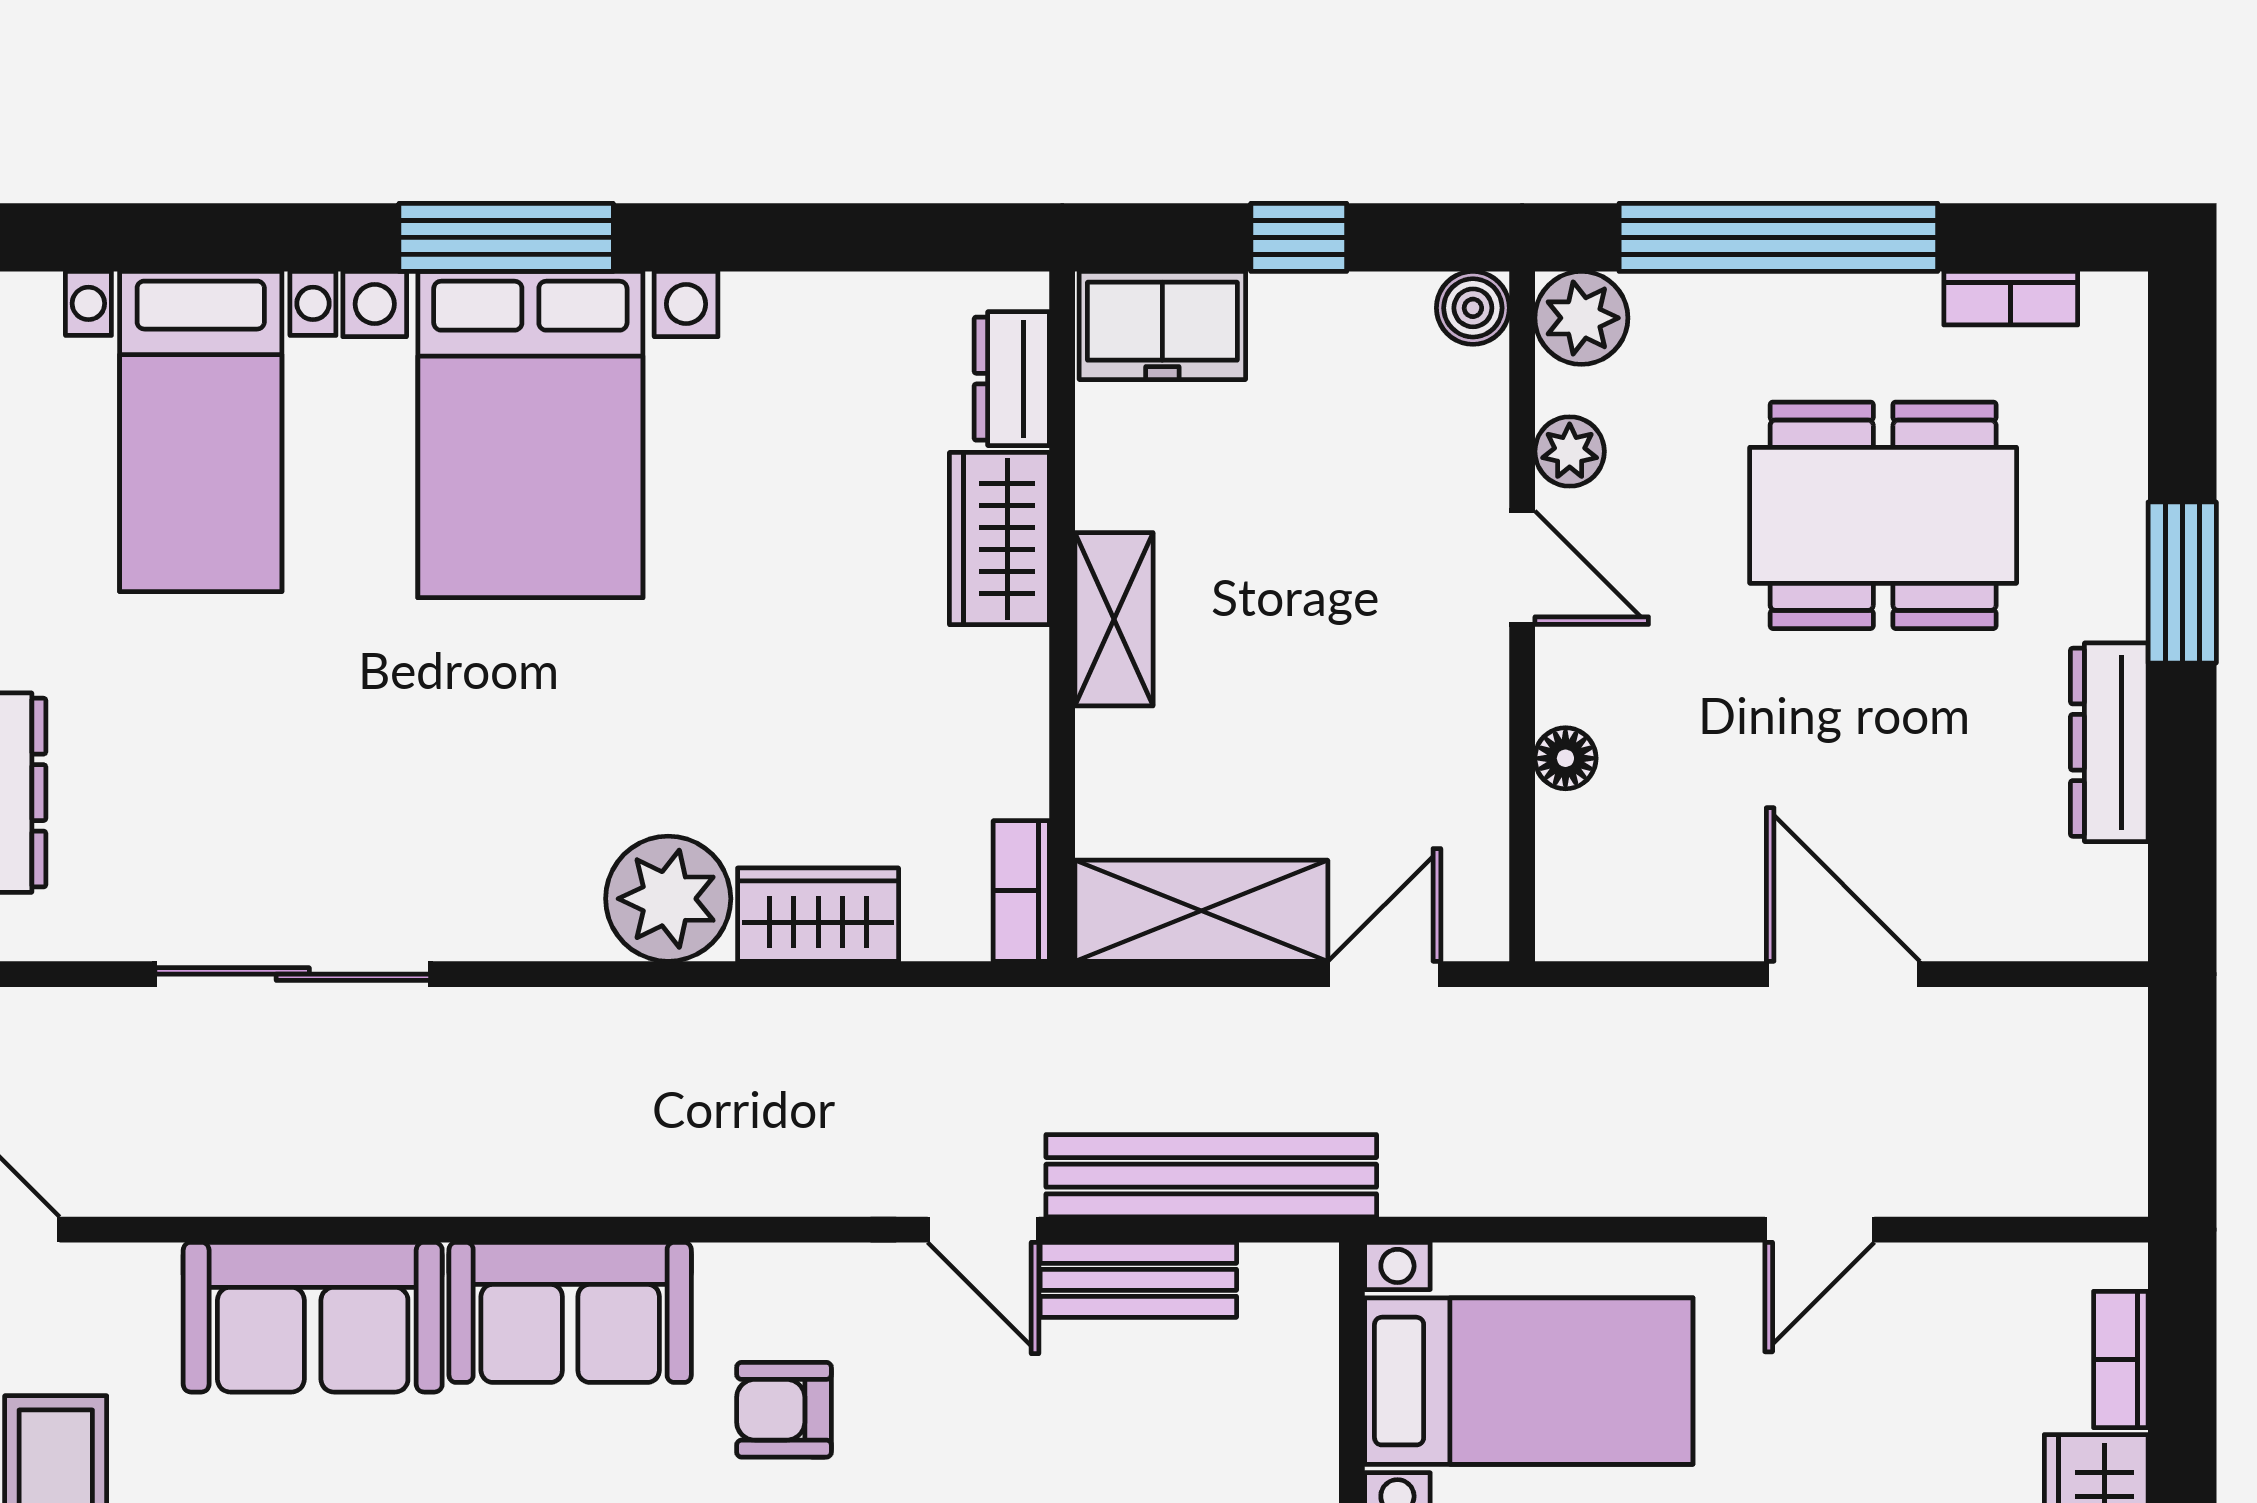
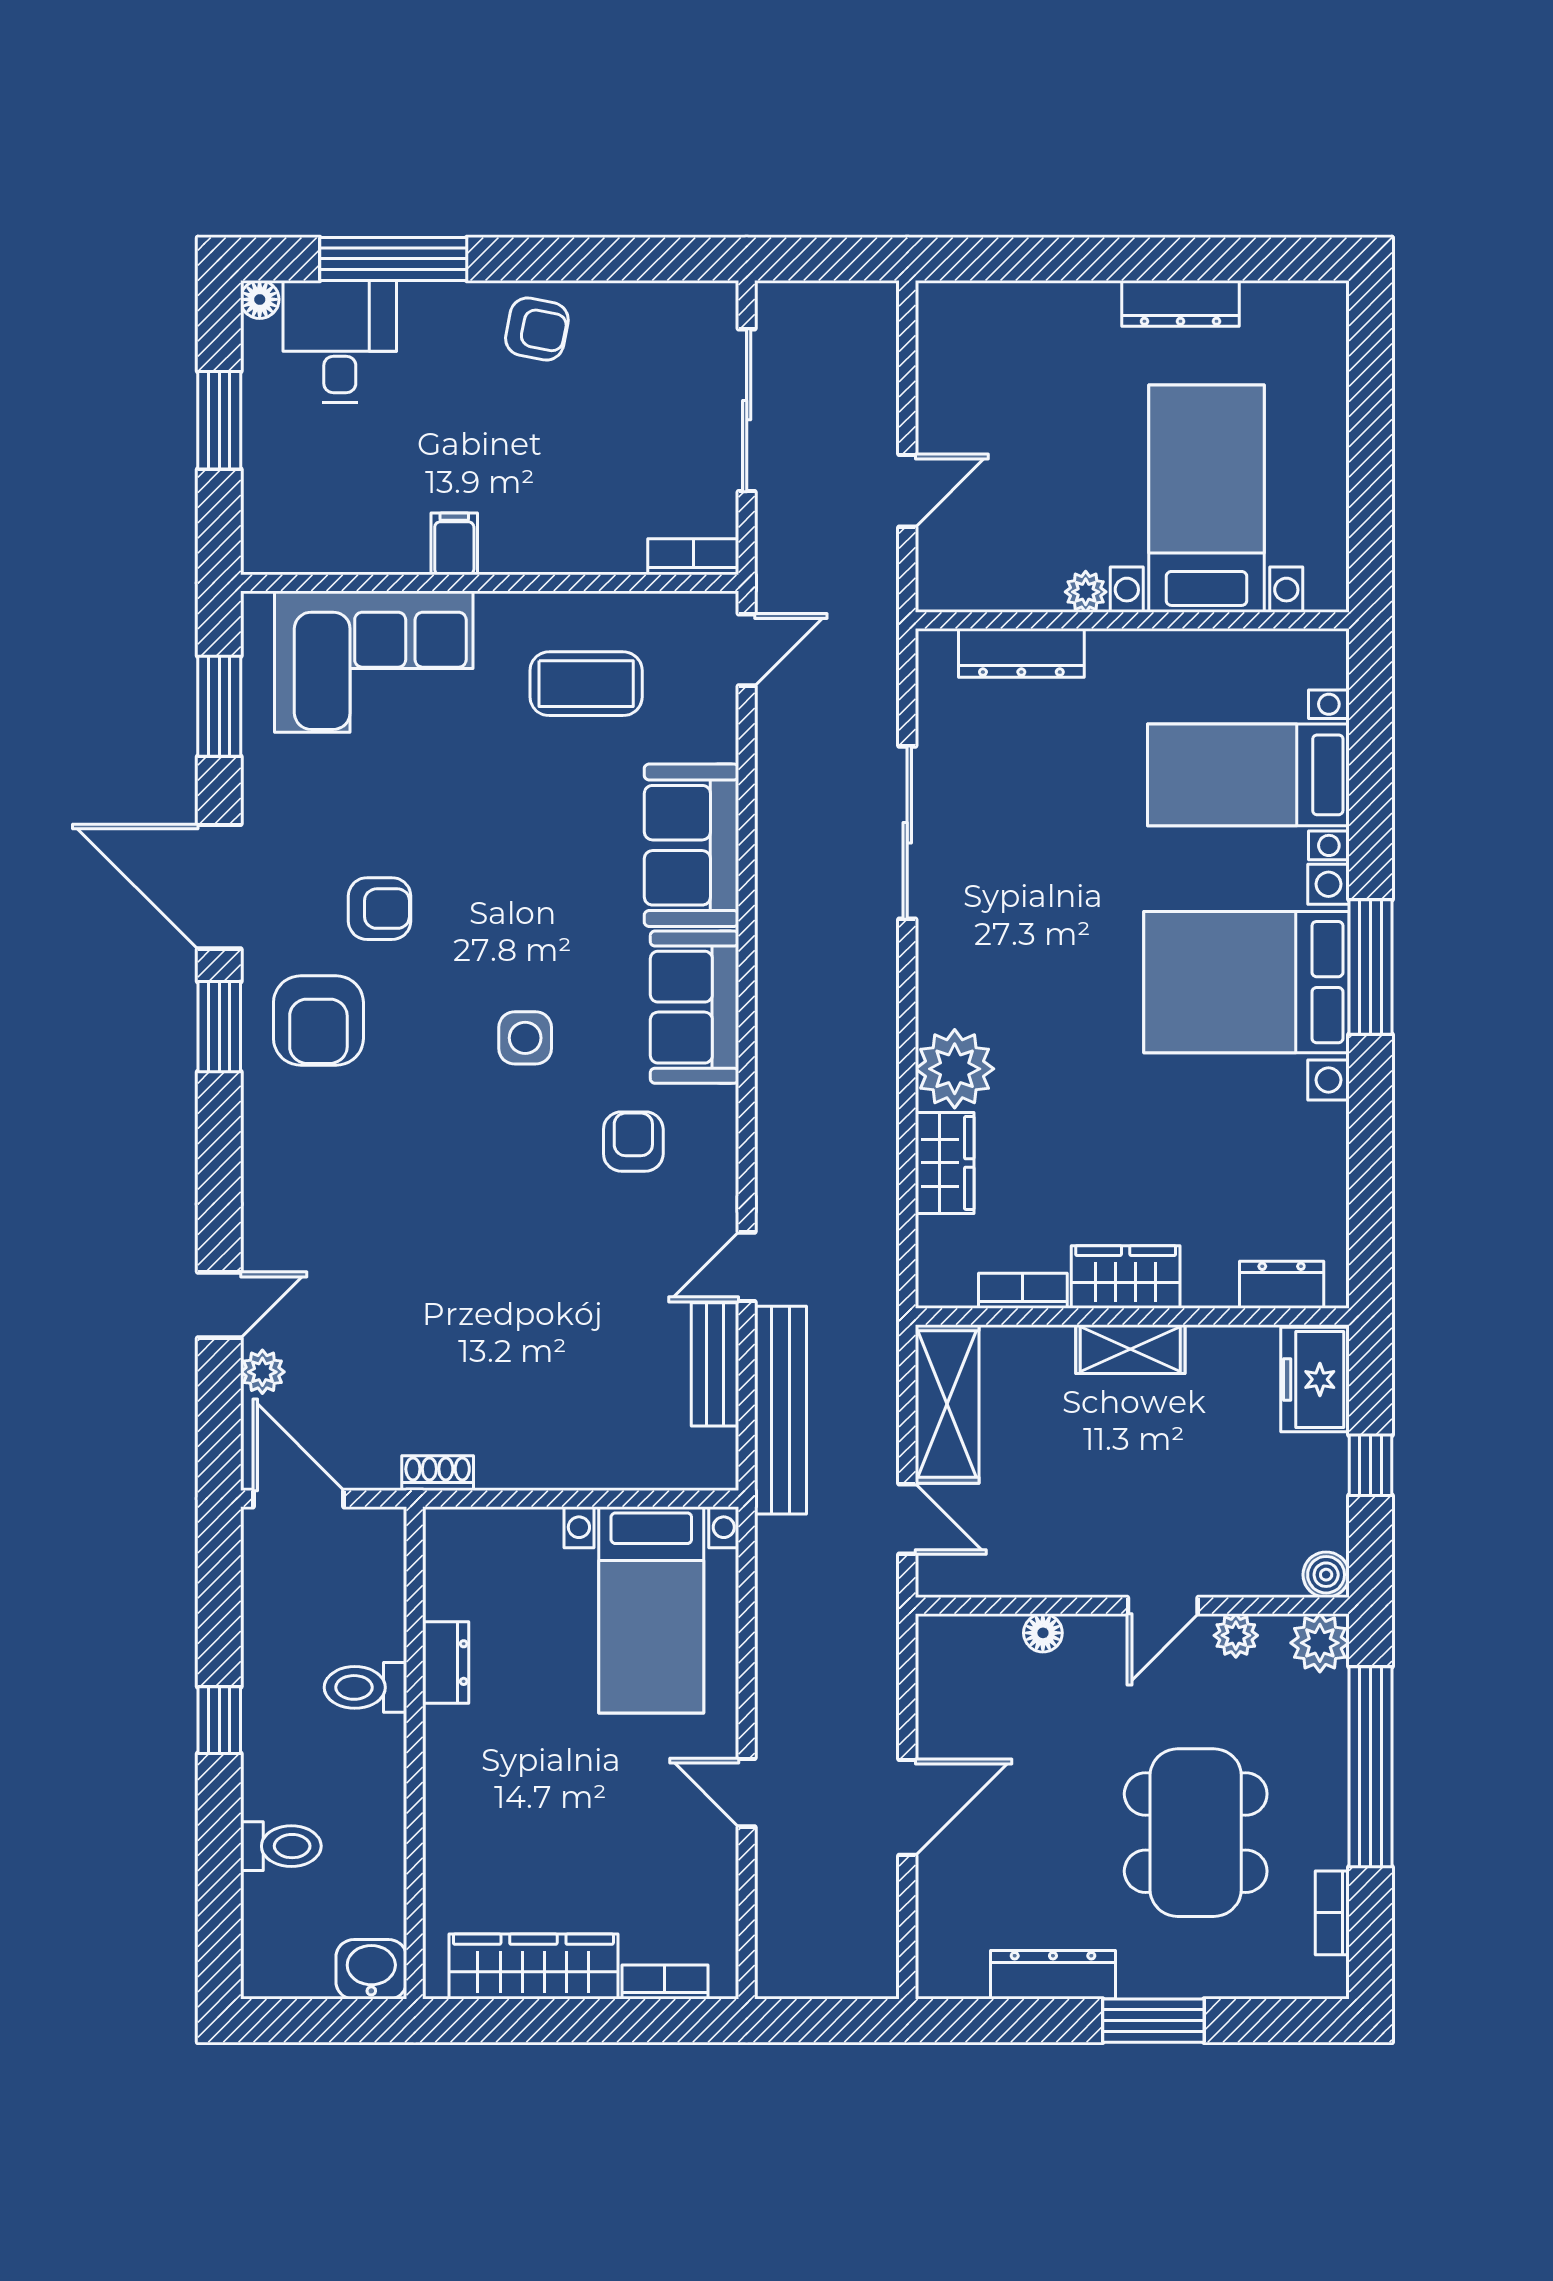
wardrobe: (999, 539) -> (1126, 1277), moved
bookcase: (1021, 891) -> (1023, 1291), moved

